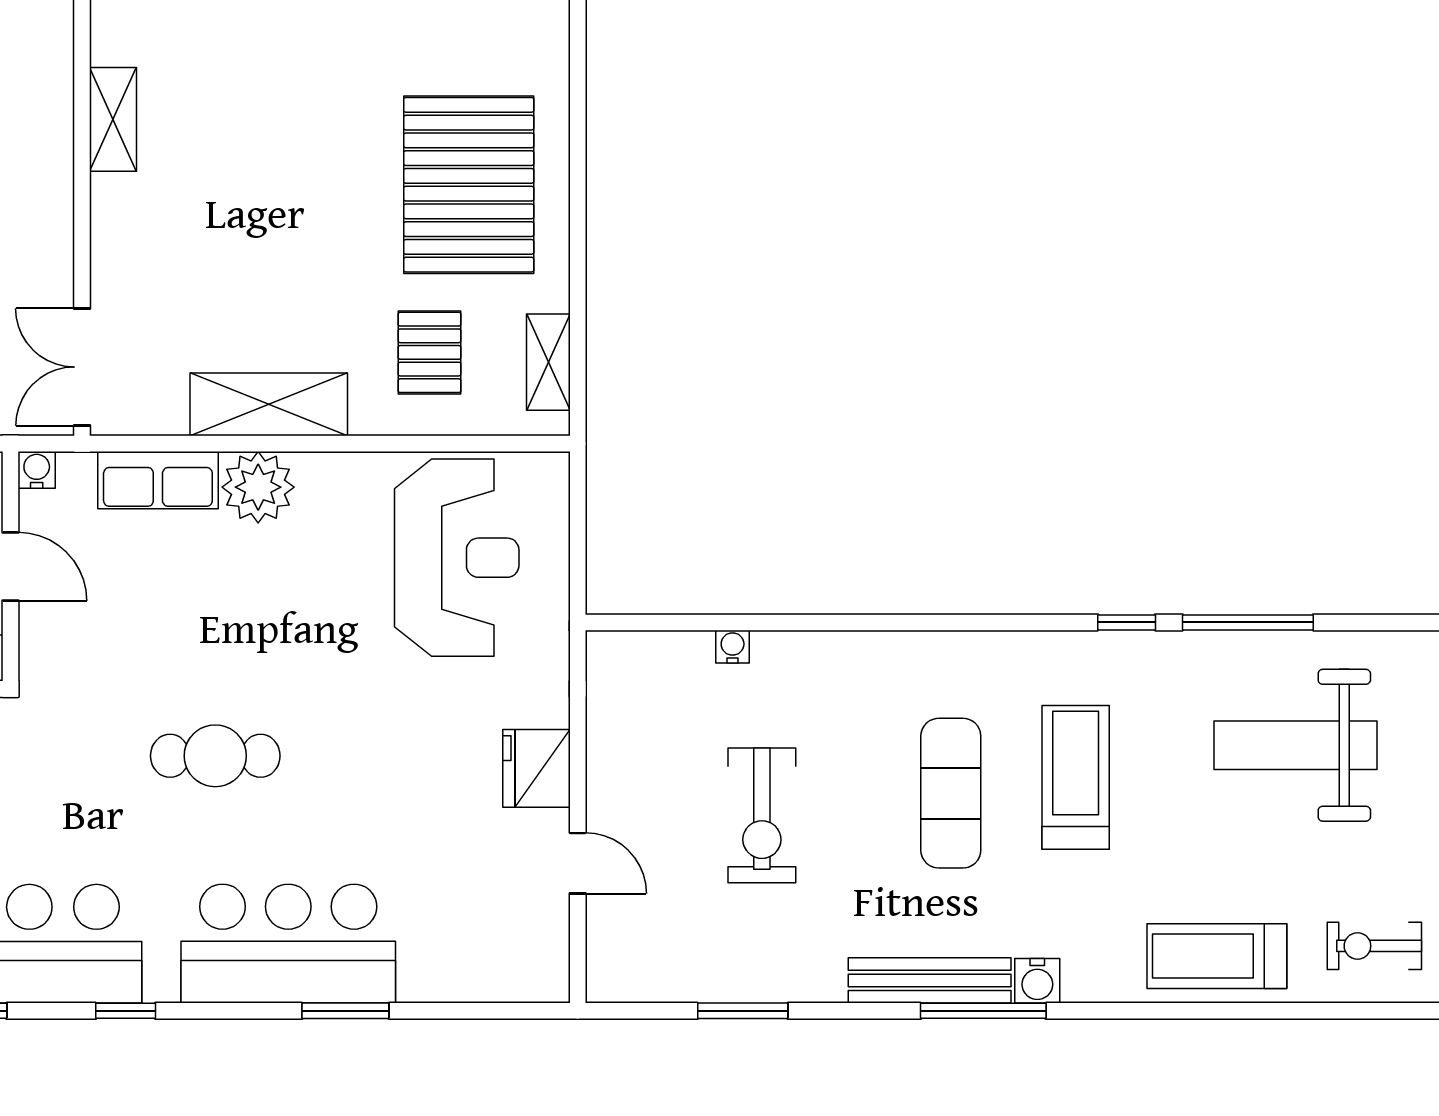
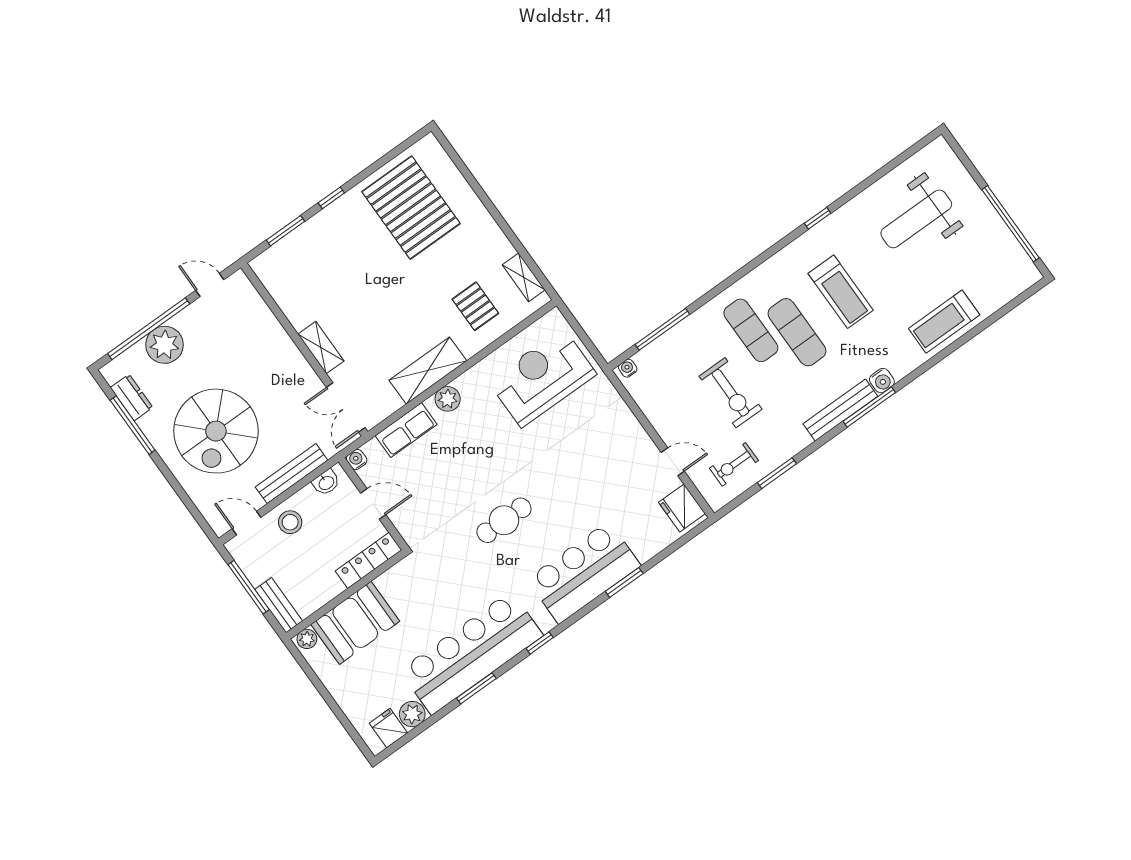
shelving: (113, 119) -> (321, 348), moved
pallet: (469, 185) -> (411, 208), moved
plant: (258, 487) -> (448, 399), width x0.73, depth x0.73
reception desk: (457, 558) -> (542, 378), turned -90
window: (1248, 622) -> (662, 329), moved
water cooler: (733, 647) -> (628, 368), moved
exercise mat: (874, 733) -> (751, 330), added
fridge: (536, 768) -> (682, 508), moved
treadmill: (1076, 777) -> (841, 292), turned 180
exercise bike: (1374, 946) -> (734, 464), moved

